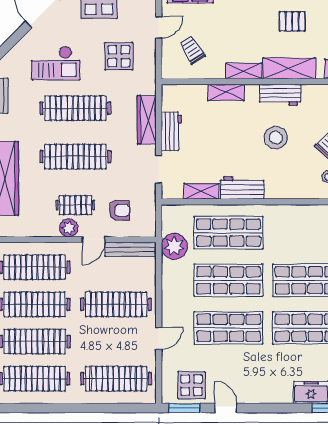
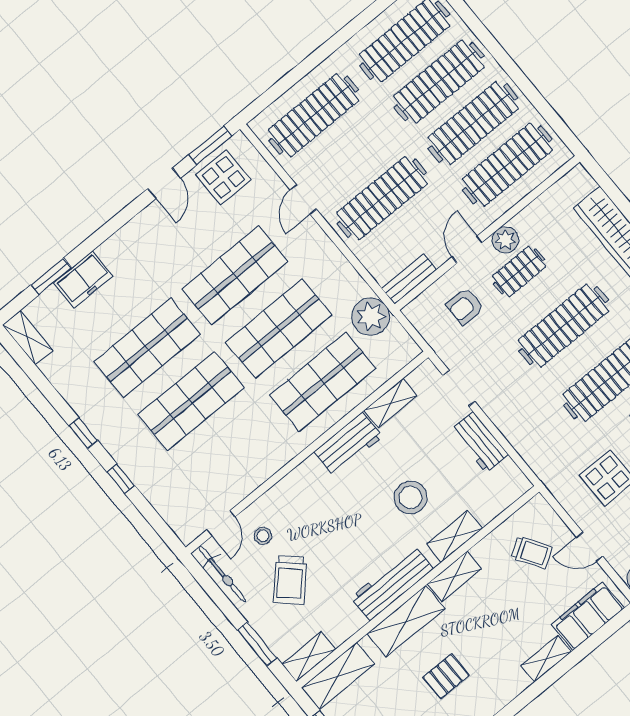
door: (159, 27) -> (590, 547), hinge flipped
workbench: (280, 95) -> (392, 583), width x1.37
wardrobe: (147, 120) -> (518, 432), removed
stool: (276, 138) -> (411, 497), moved
bench: (131, 249) -> (409, 279), width x0.73
door: (226, 408) -> (164, 183), hinge flipped

